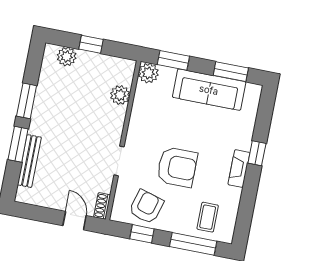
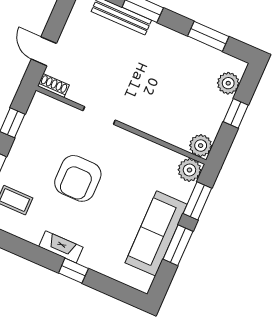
window: (231, 72) -> (178, 245), moved
plant: (120, 95) -> (201, 146), moved
window: (27, 101) -> (208, 36), moved
armchair: (146, 207) -> (41, 134), removed
door: (75, 221) -> (44, 51), swing flipped

